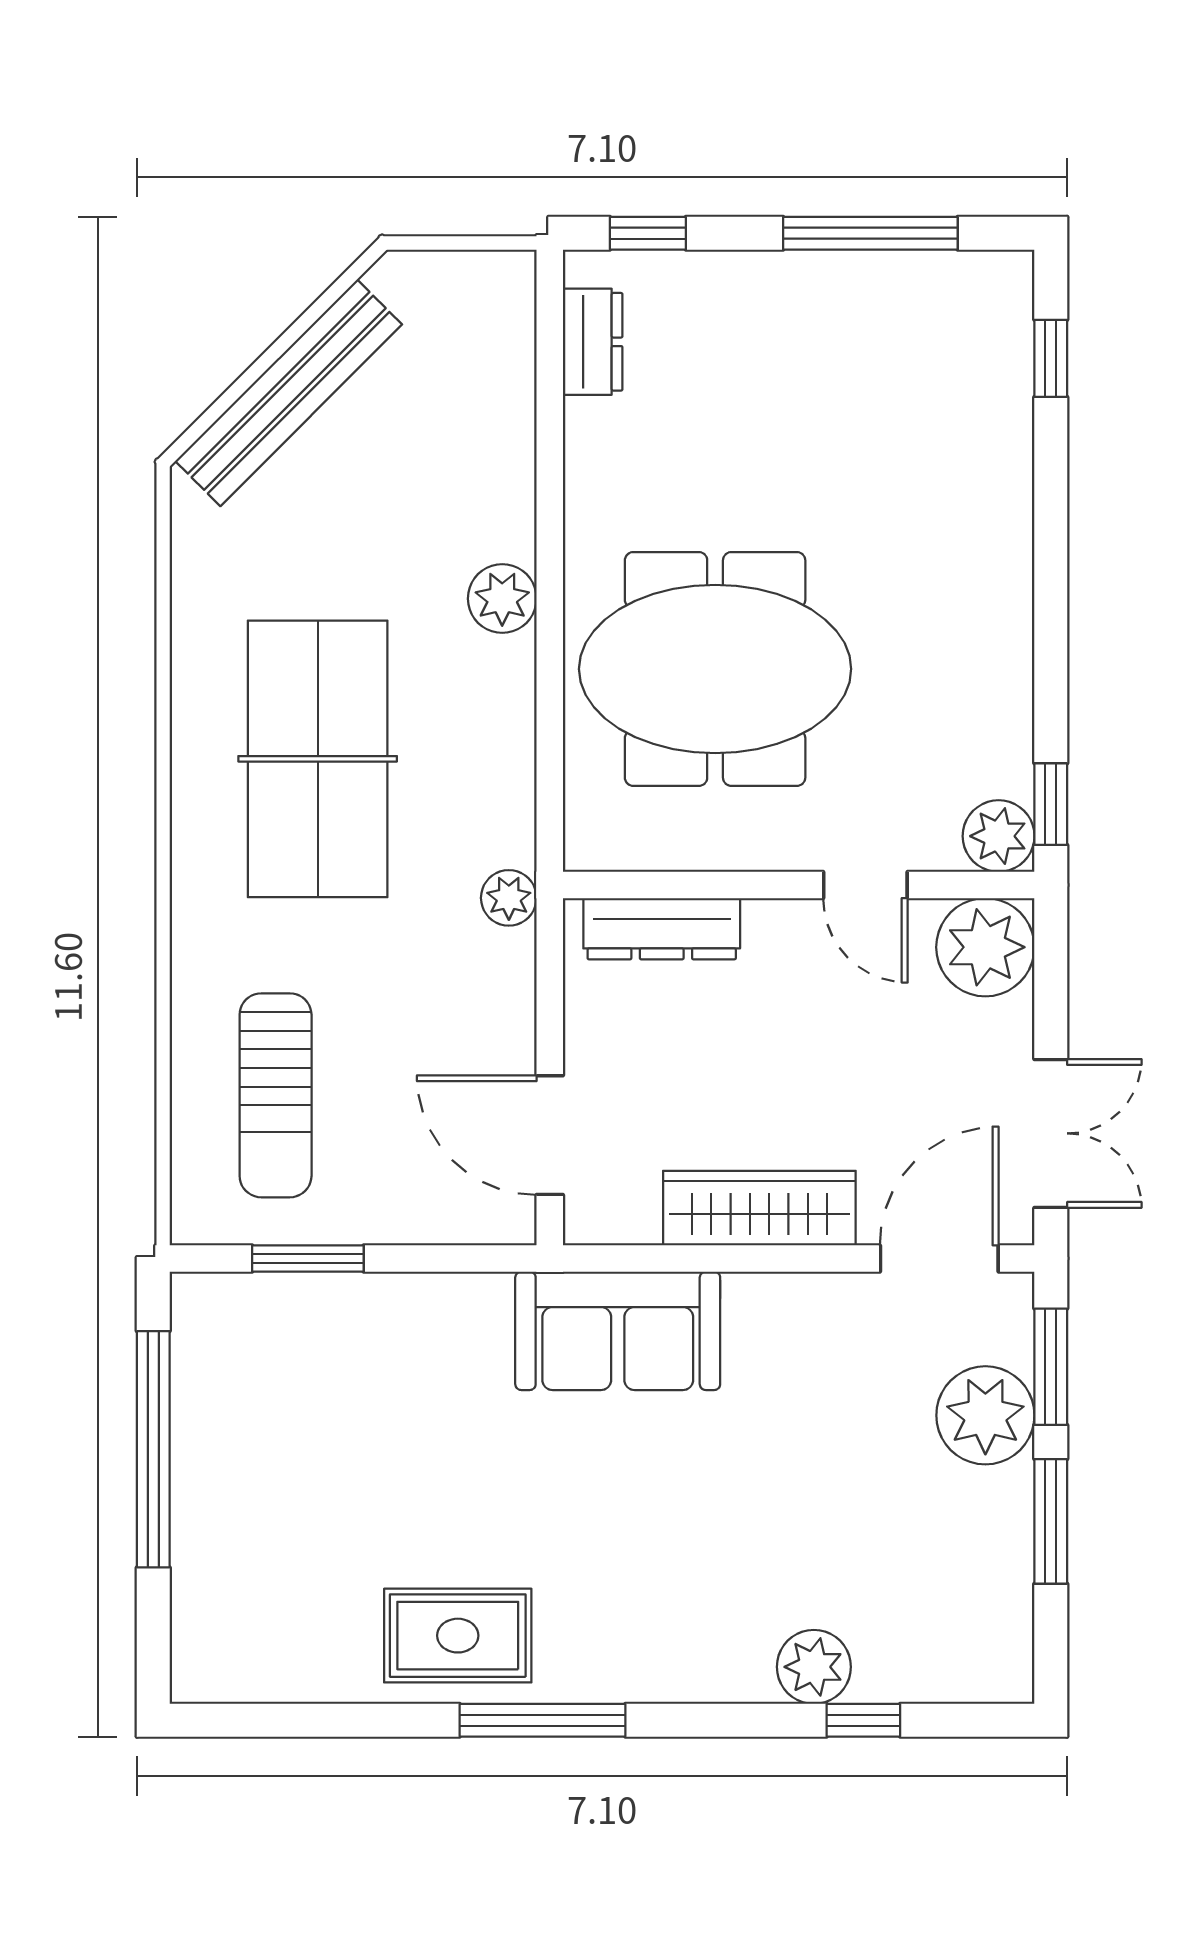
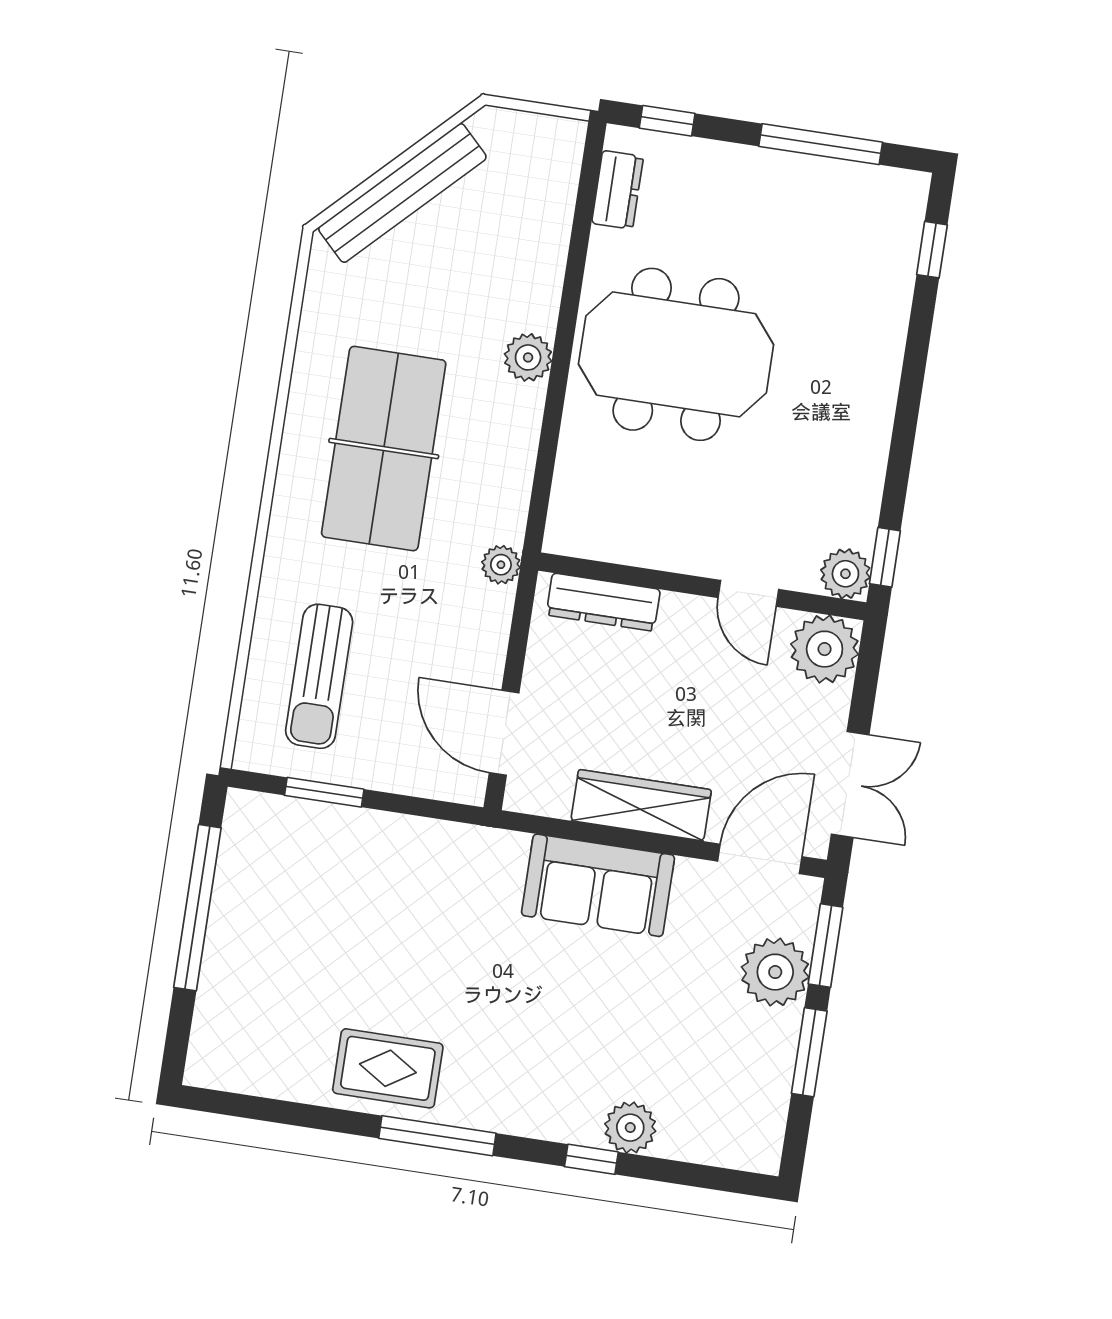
meeting table: (715, 669) -> (676, 354), moved
sofa: (618, 1331) -> (598, 885), moved
window: (863, 1720) -> (591, 1159), moved

